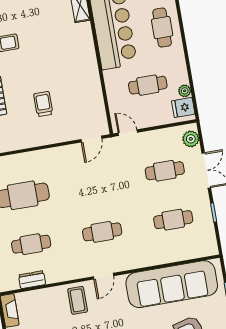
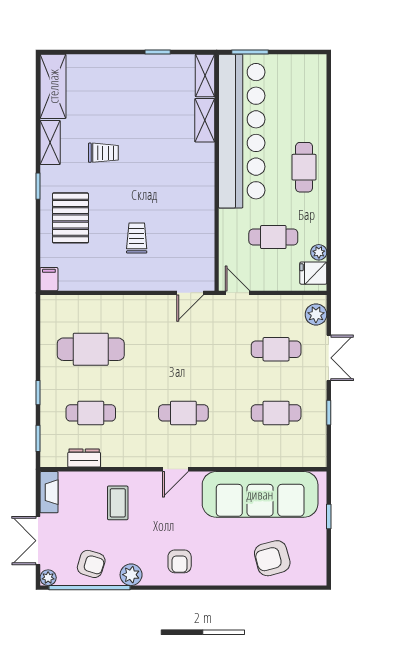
coffee table: (78, 300) -> (118, 503), moved

